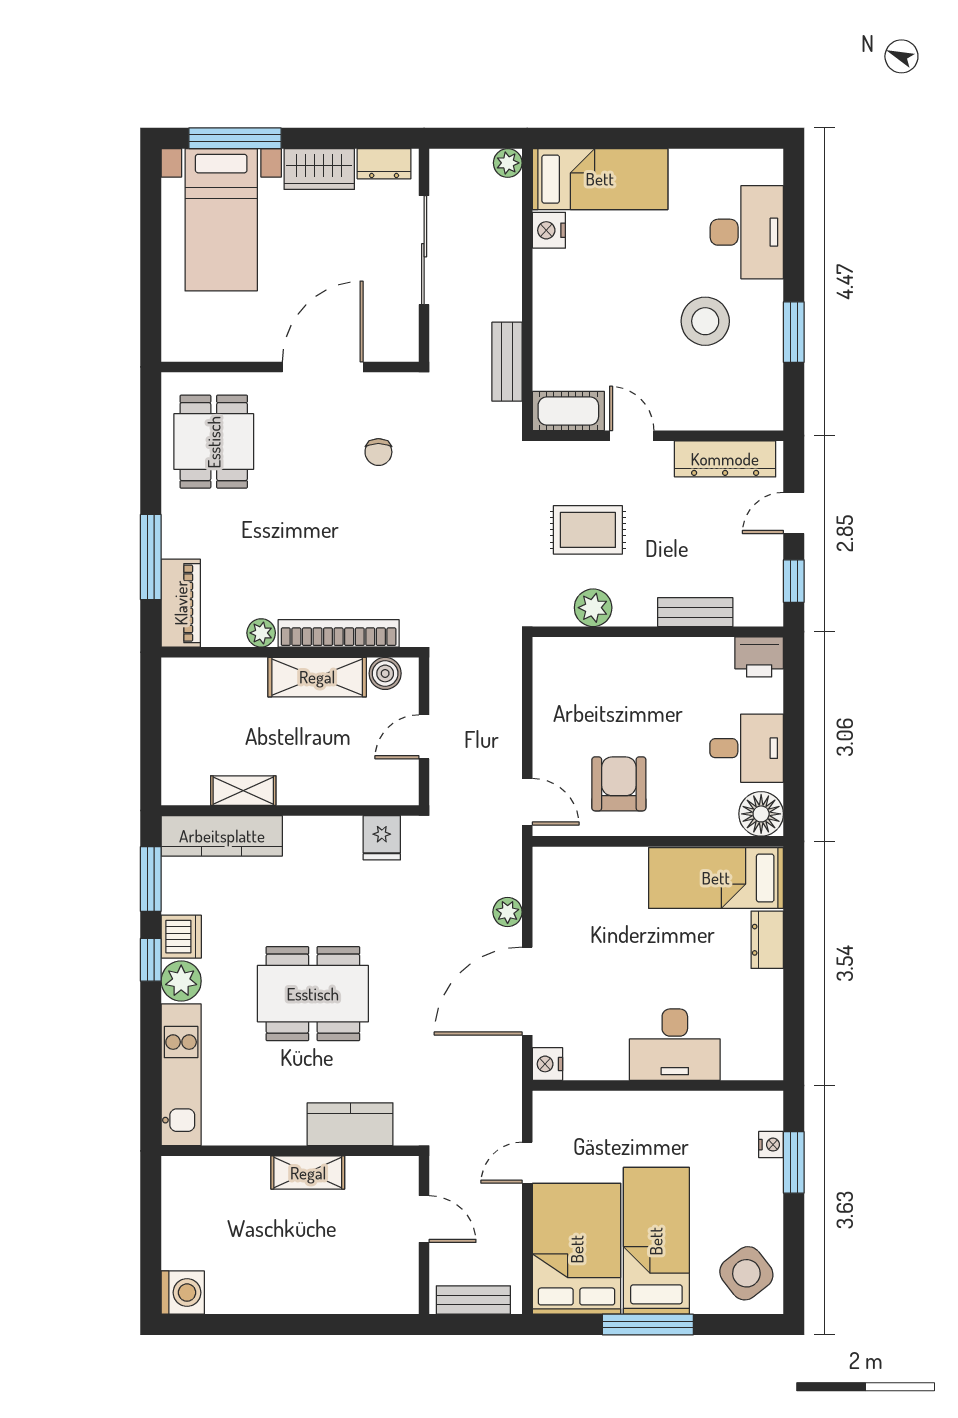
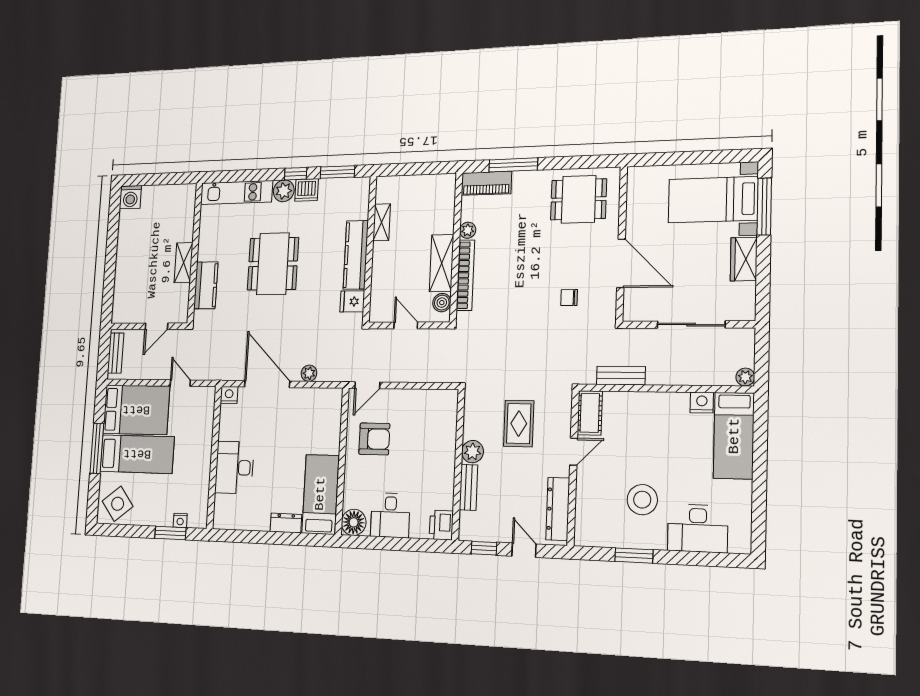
dresser: (384, 164) -> (746, 299), removed
plant: (593, 608) -> (473, 452), moved
kitchen counter: (222, 836) -> (356, 255), moved

